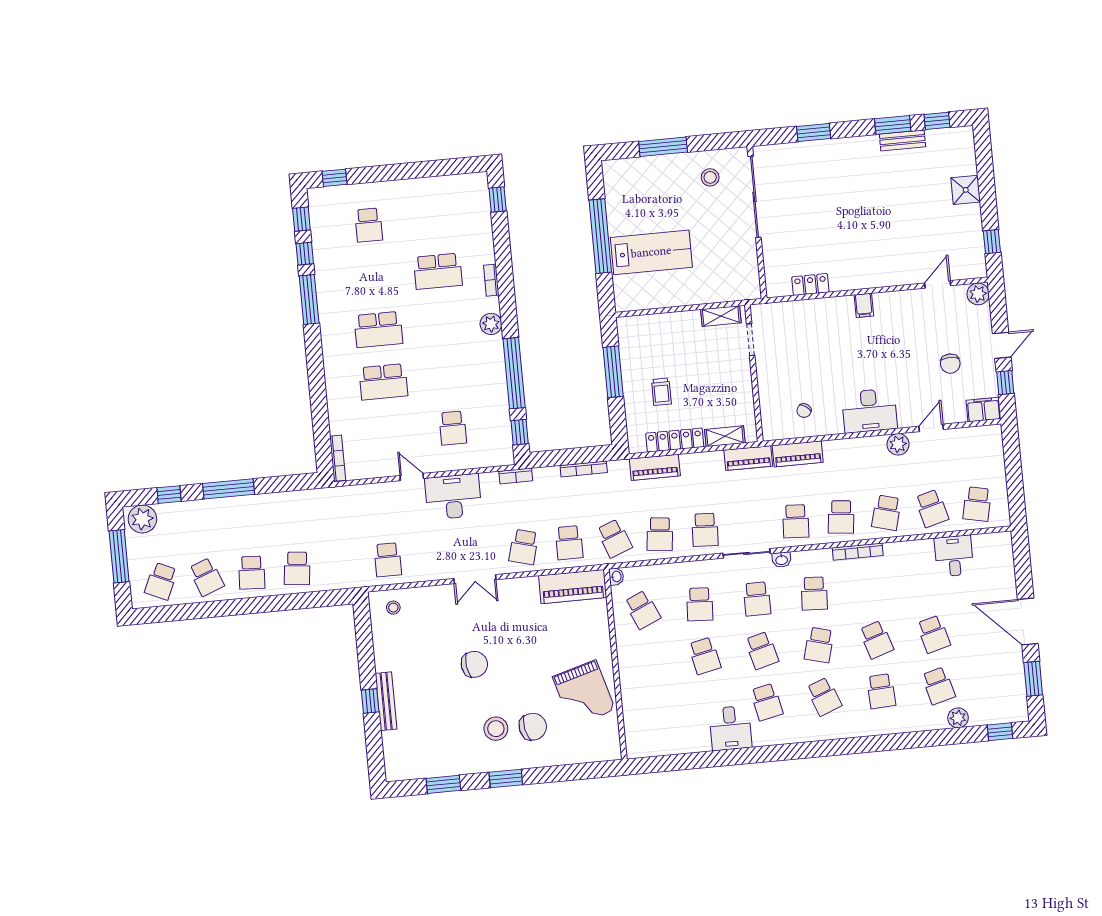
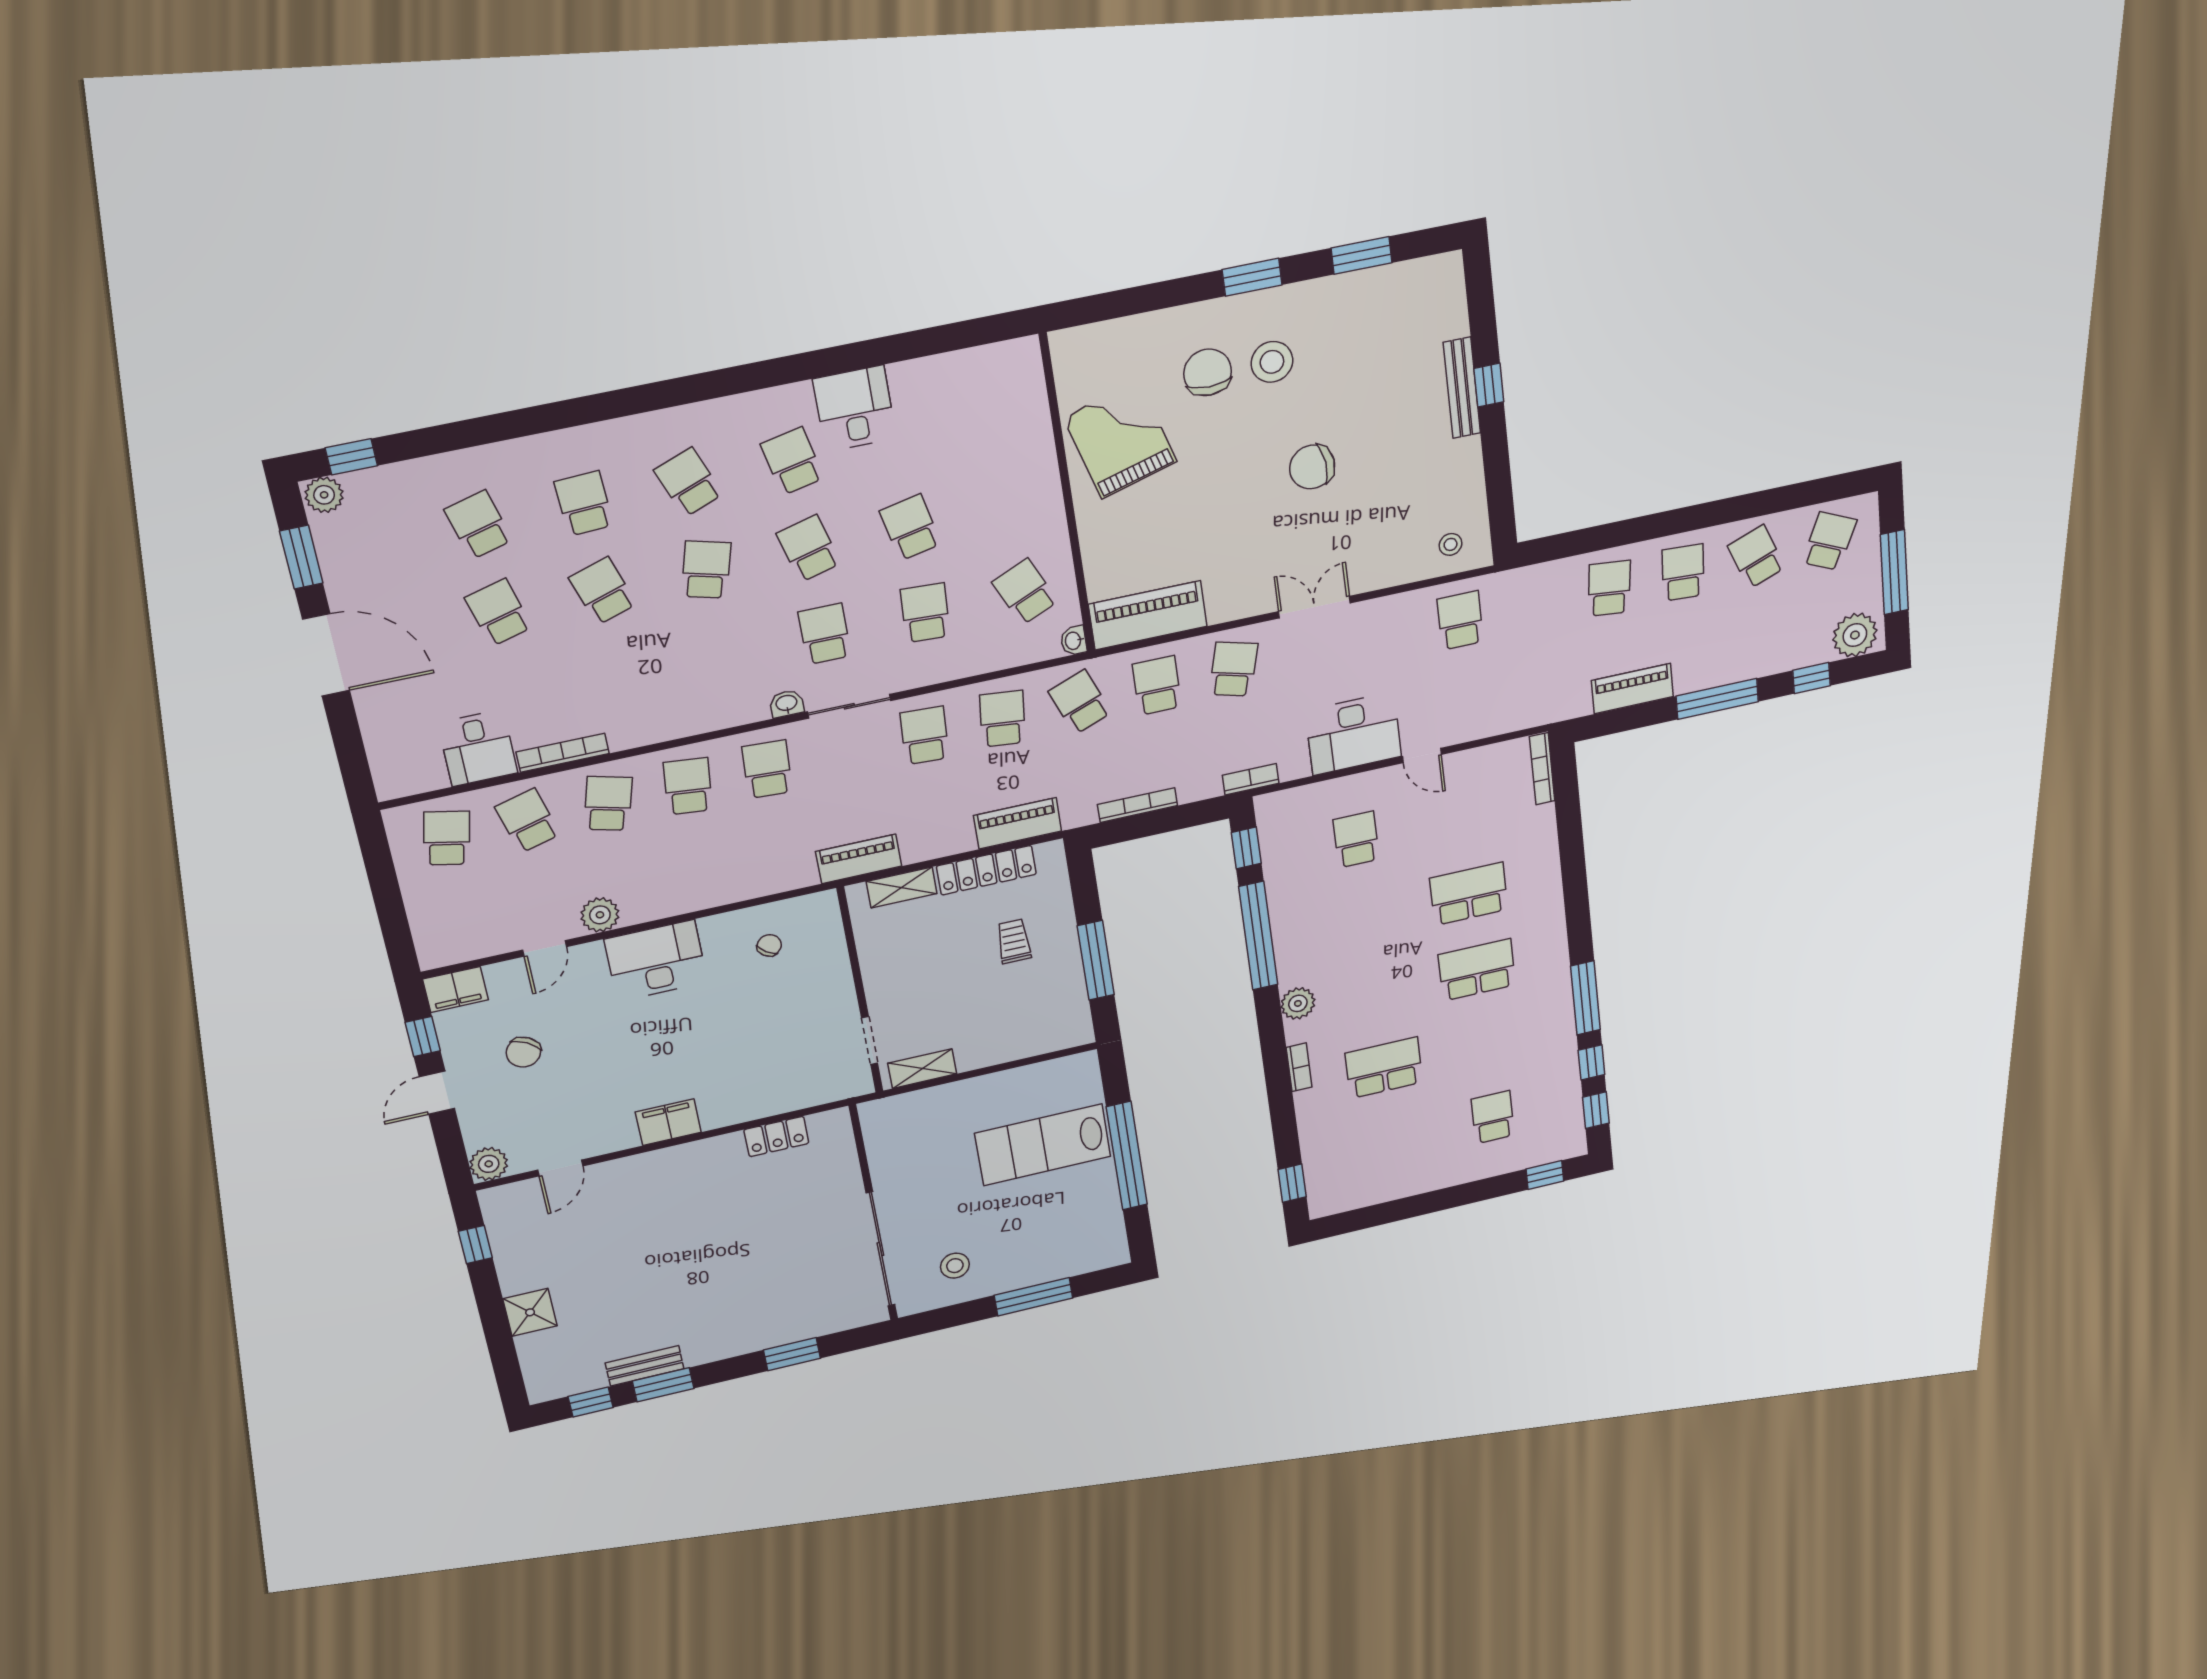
filing cabinet: (864, 305) -> (668, 1122), width x2.00
chair: (950, 364) -> (523, 1052), turned -149
piano: (798, 454) -> (1632, 689), moved
bookcase: (858, 552) -> (563, 753), moved
school desk: (814, 593) -> (723, 655), removed
plant: (958, 718) -> (324, 495), moved
chair: (533, 727) -> (1208, 372), turned 102

